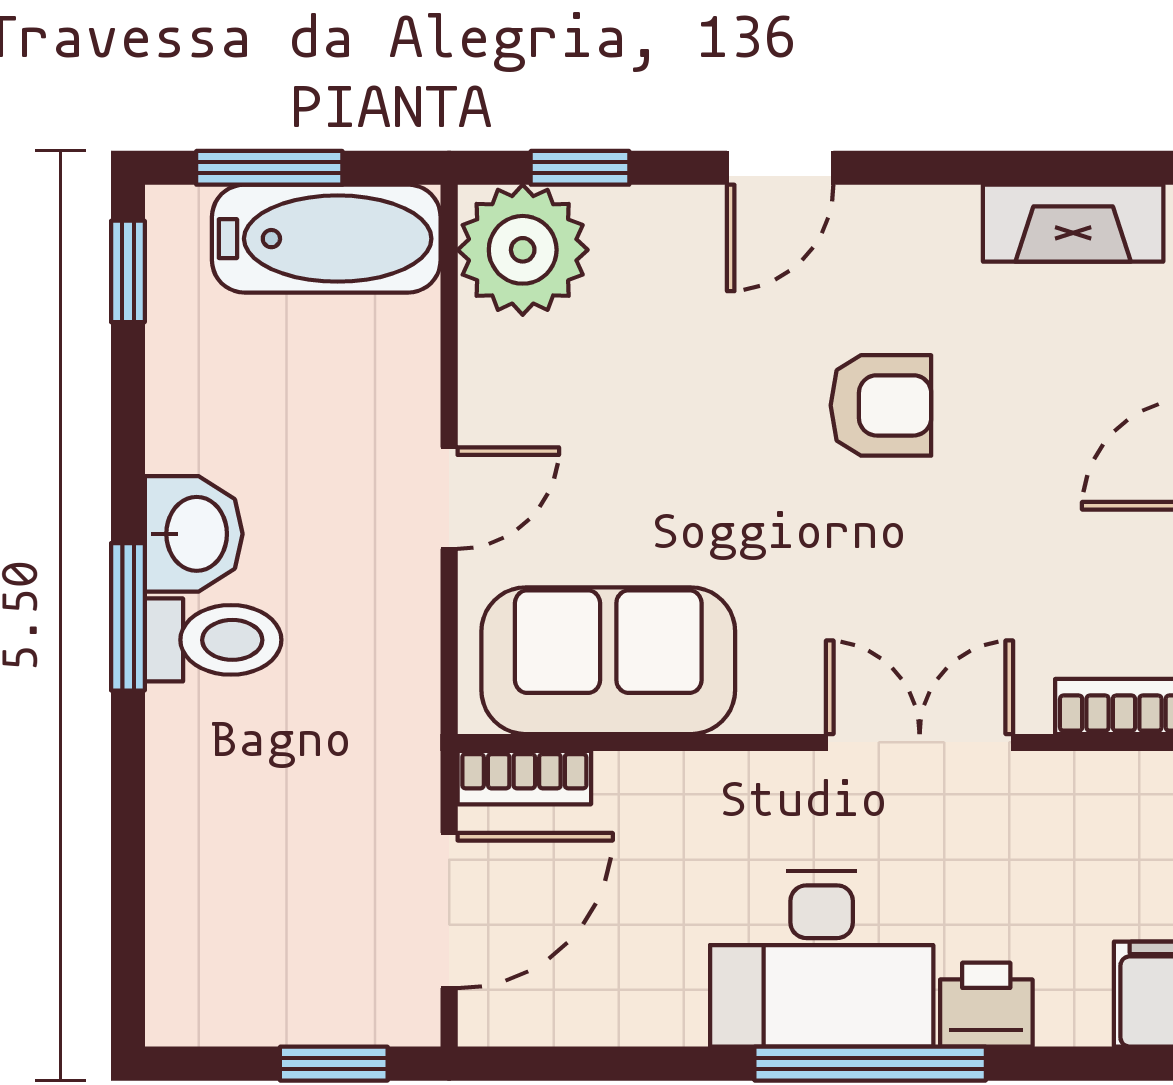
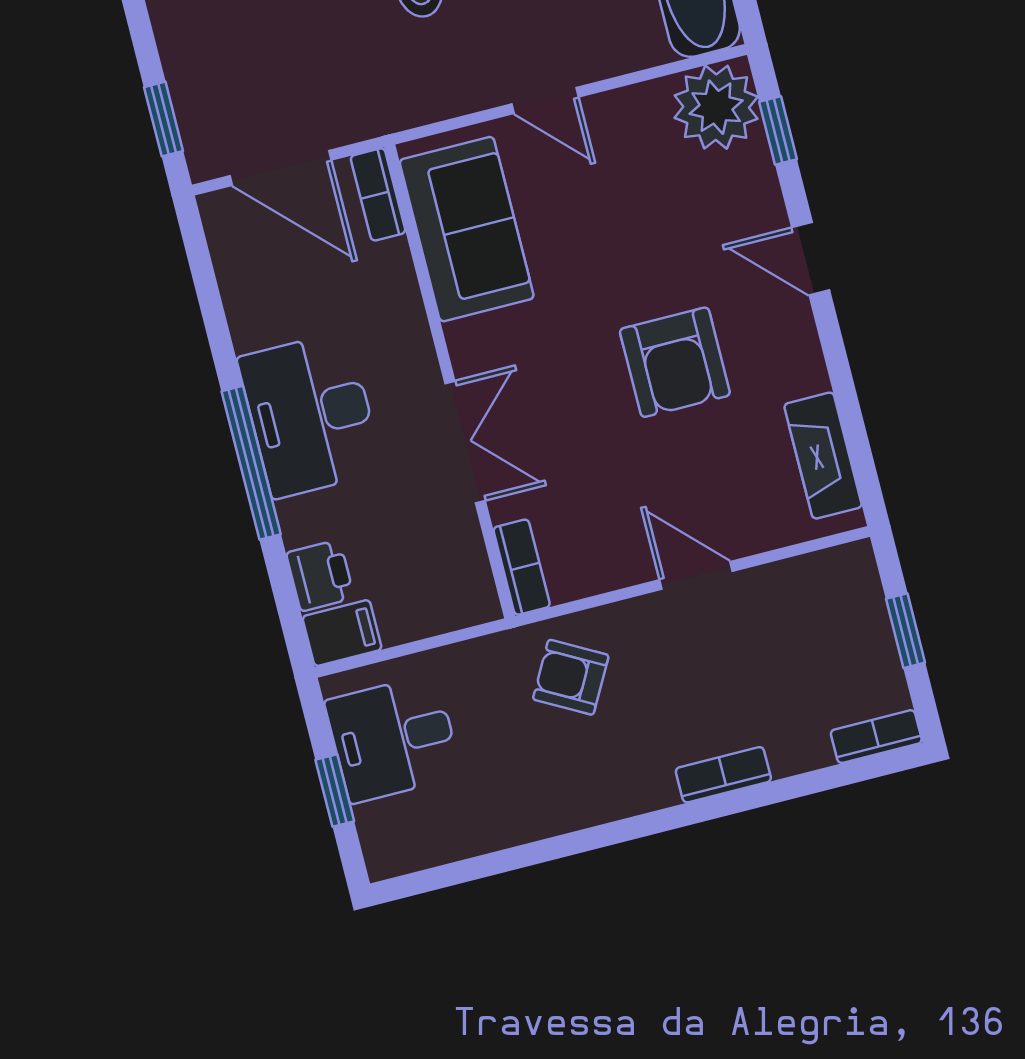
armchair: (881, 405) -> (675, 362), width x1.38, depth x1.38
printer: (986, 1005) -> (320, 575), moved

